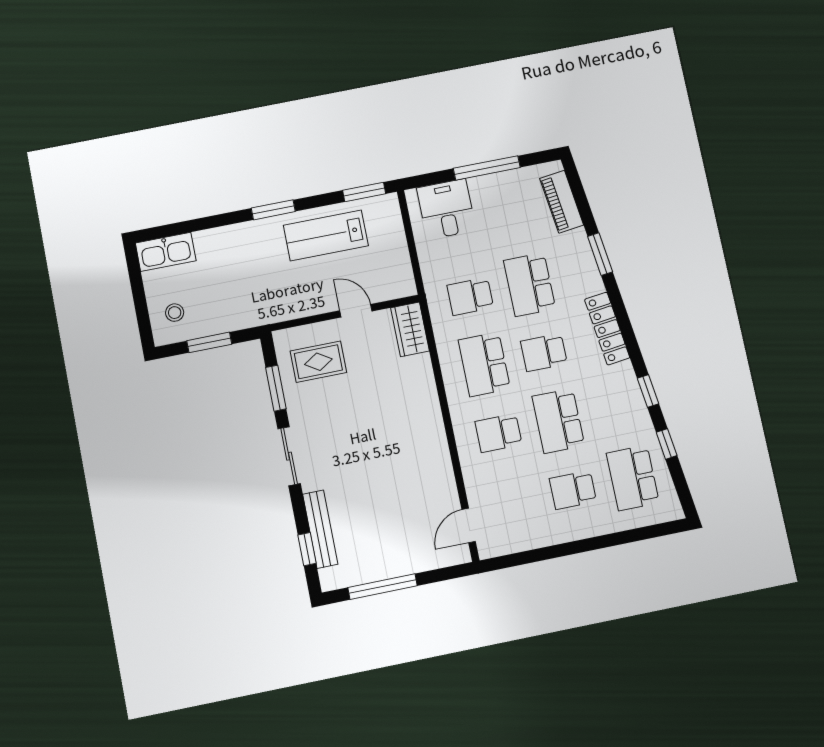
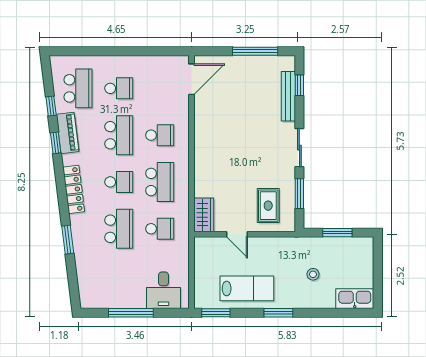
piano: (562, 202) -> (68, 133), moved
stool: (175, 313) -> (313, 274), moved
rug: (318, 362) -> (268, 206), turned 90
door: (469, 525) -> (192, 79), width x1.38

